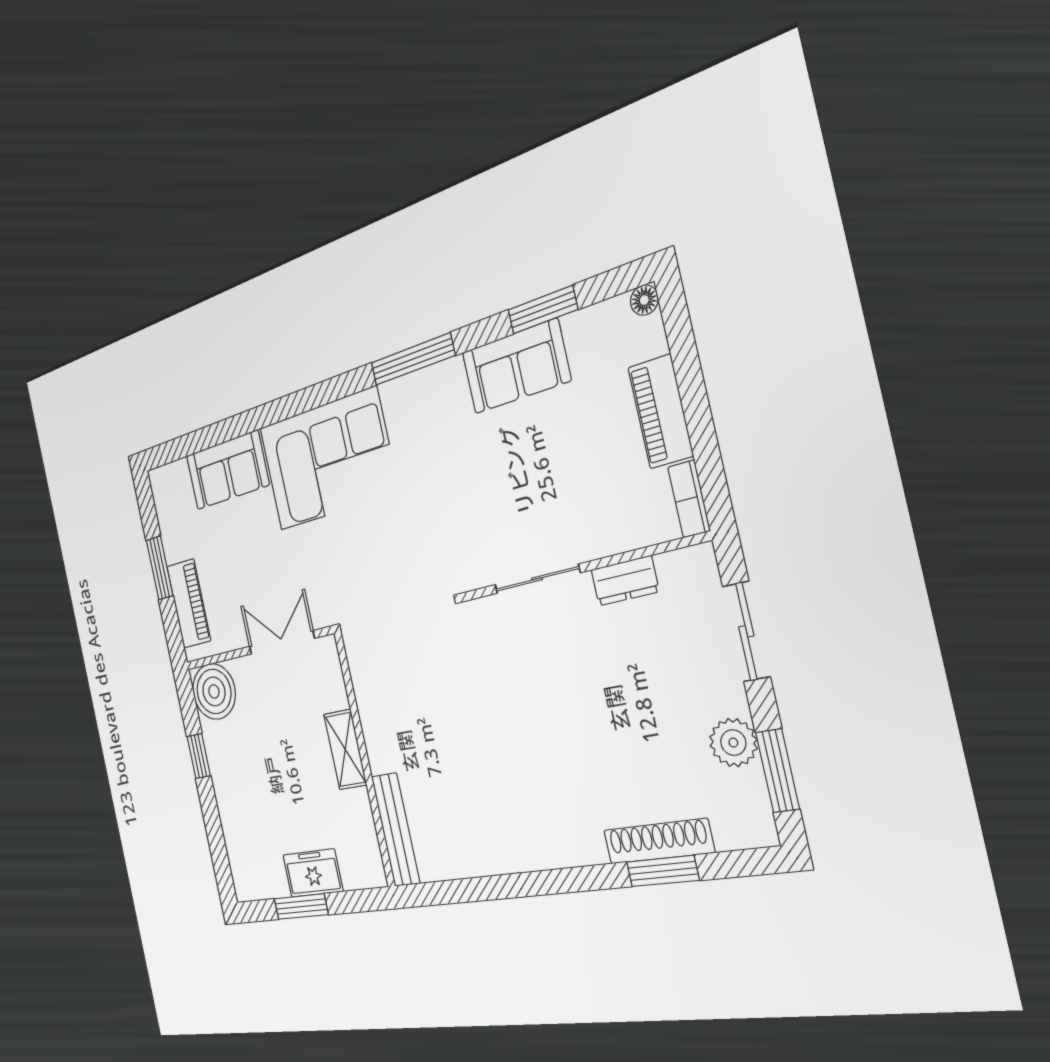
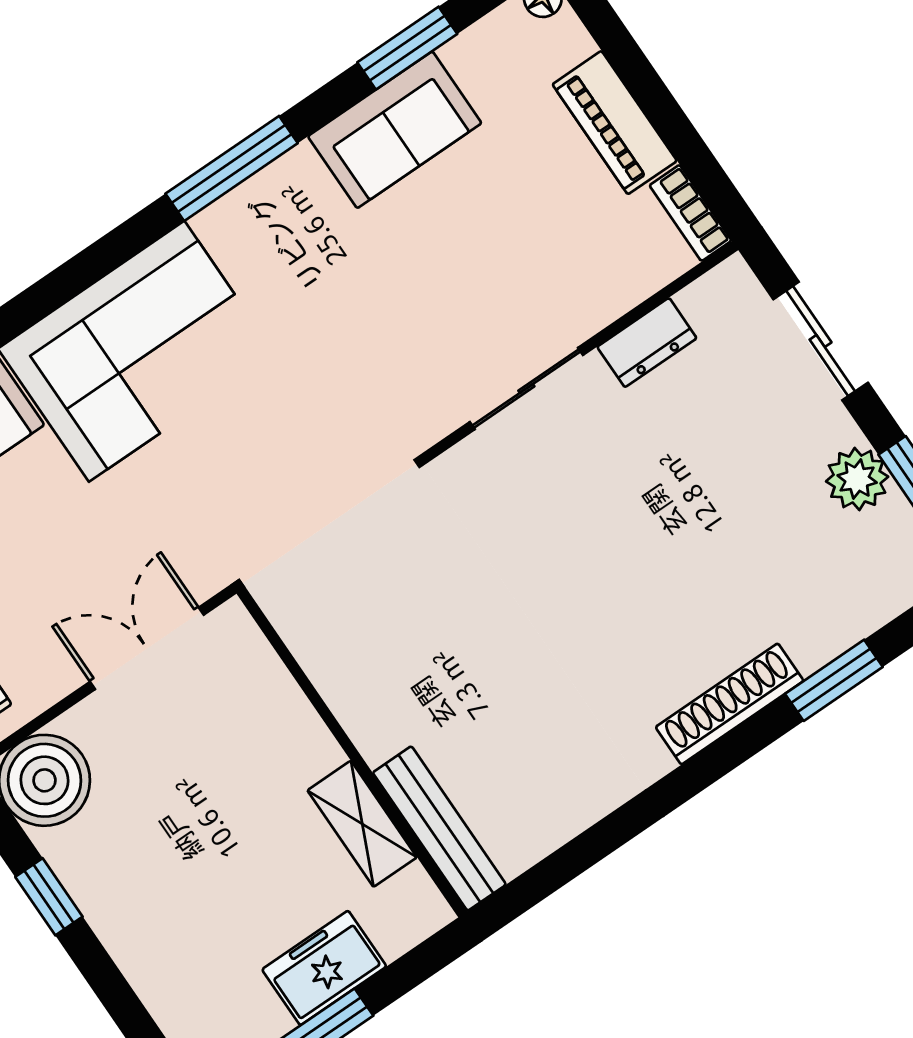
shelving: (345, 749) -> (362, 824), moved
shoe rack: (658, 841) -> (730, 704), moved

